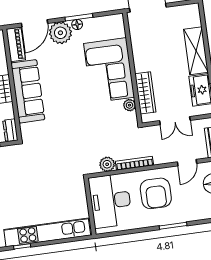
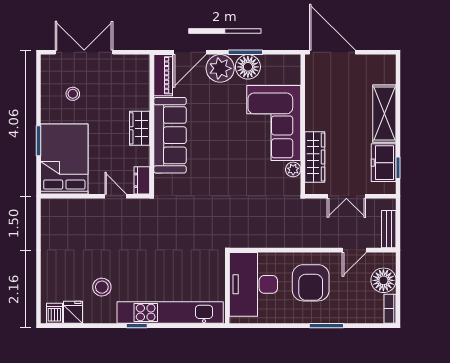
floor lamp: (77, 24) -> (248, 67), width x1.89, depth x1.89
bookcase: (134, 163) -> (289, 242), removed
plant: (107, 164) -> (255, 239), removed

